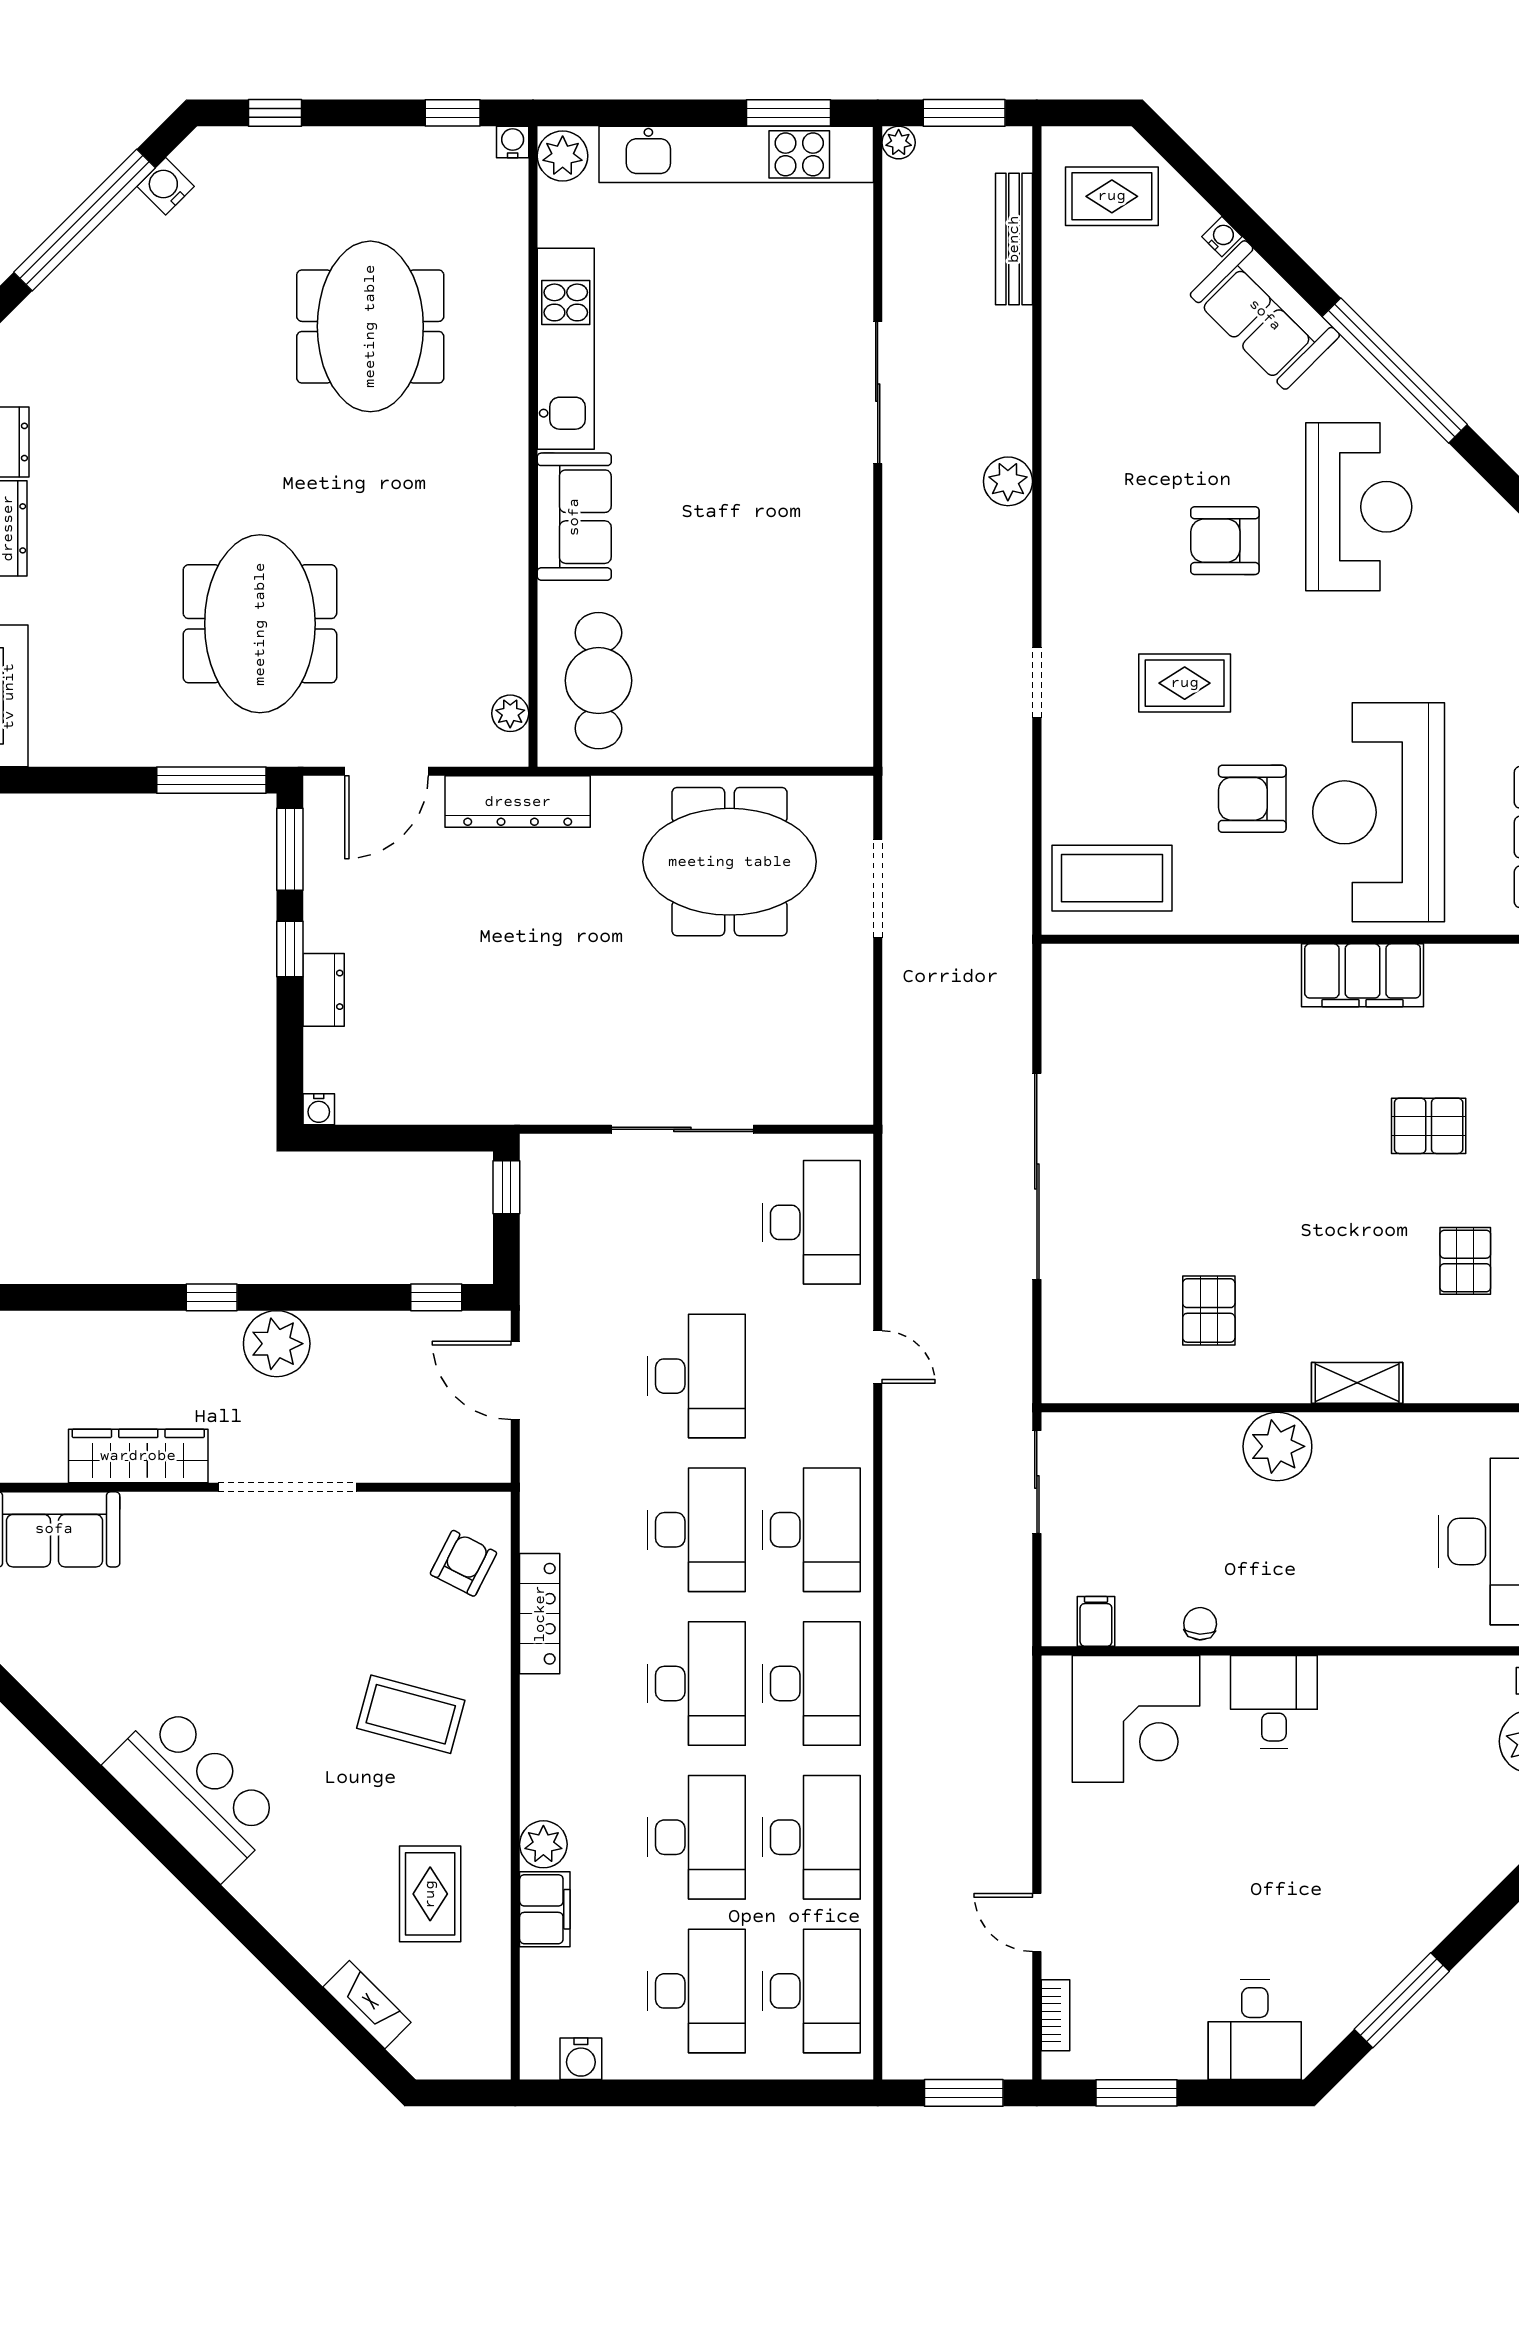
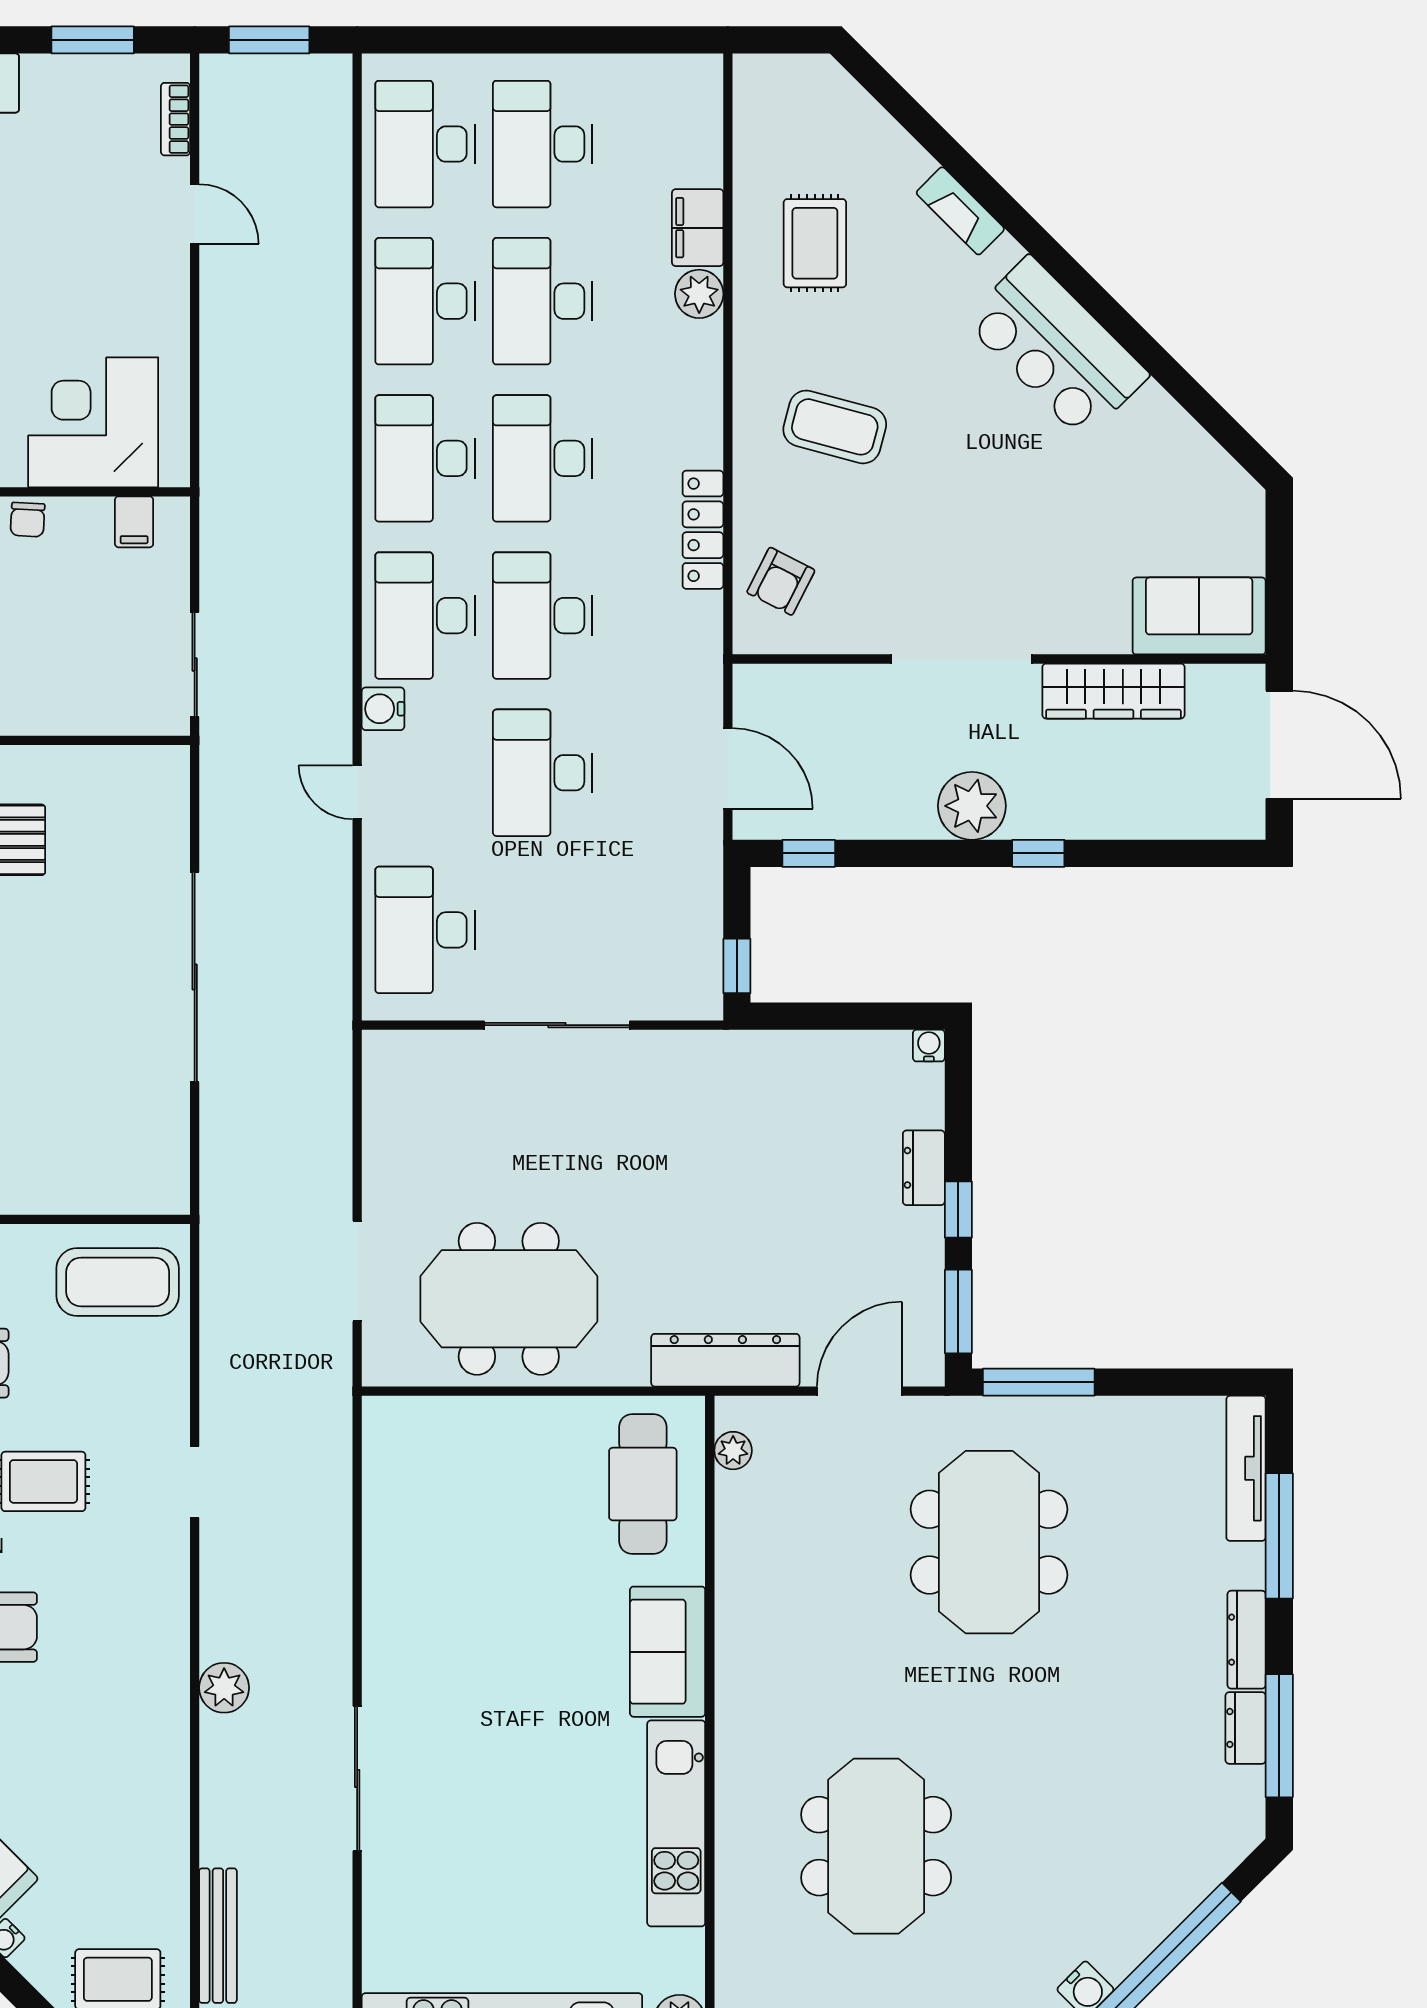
fireplace: (367, 2005) -> (960, 211), moved
water cooler: (581, 2059) -> (383, 709), moved, turned -90

